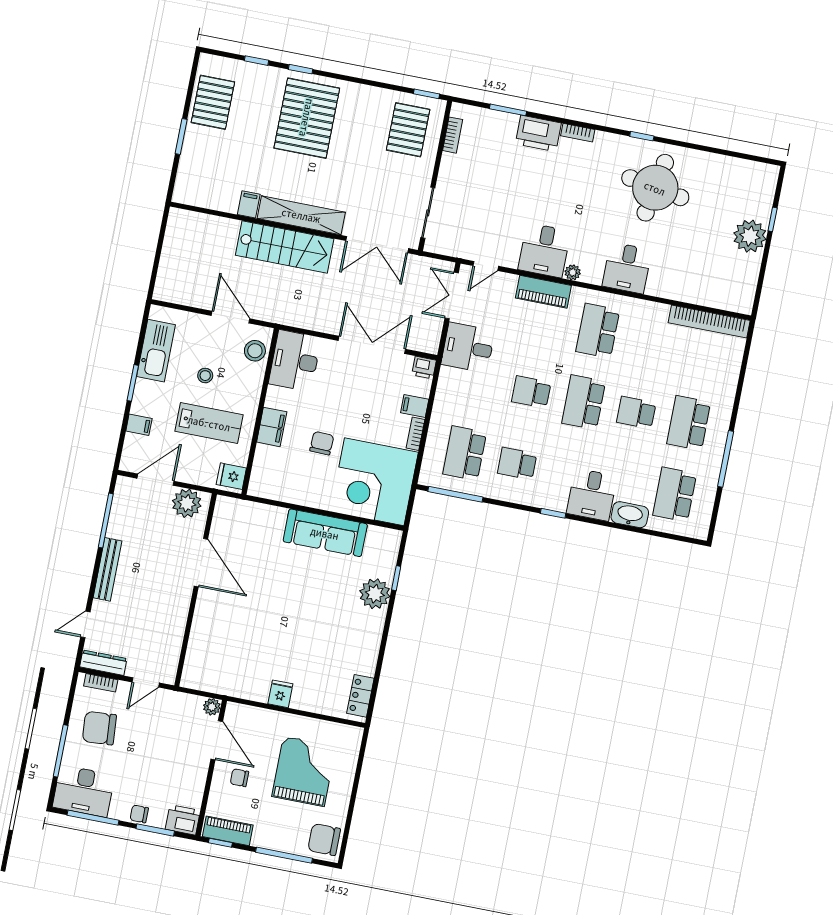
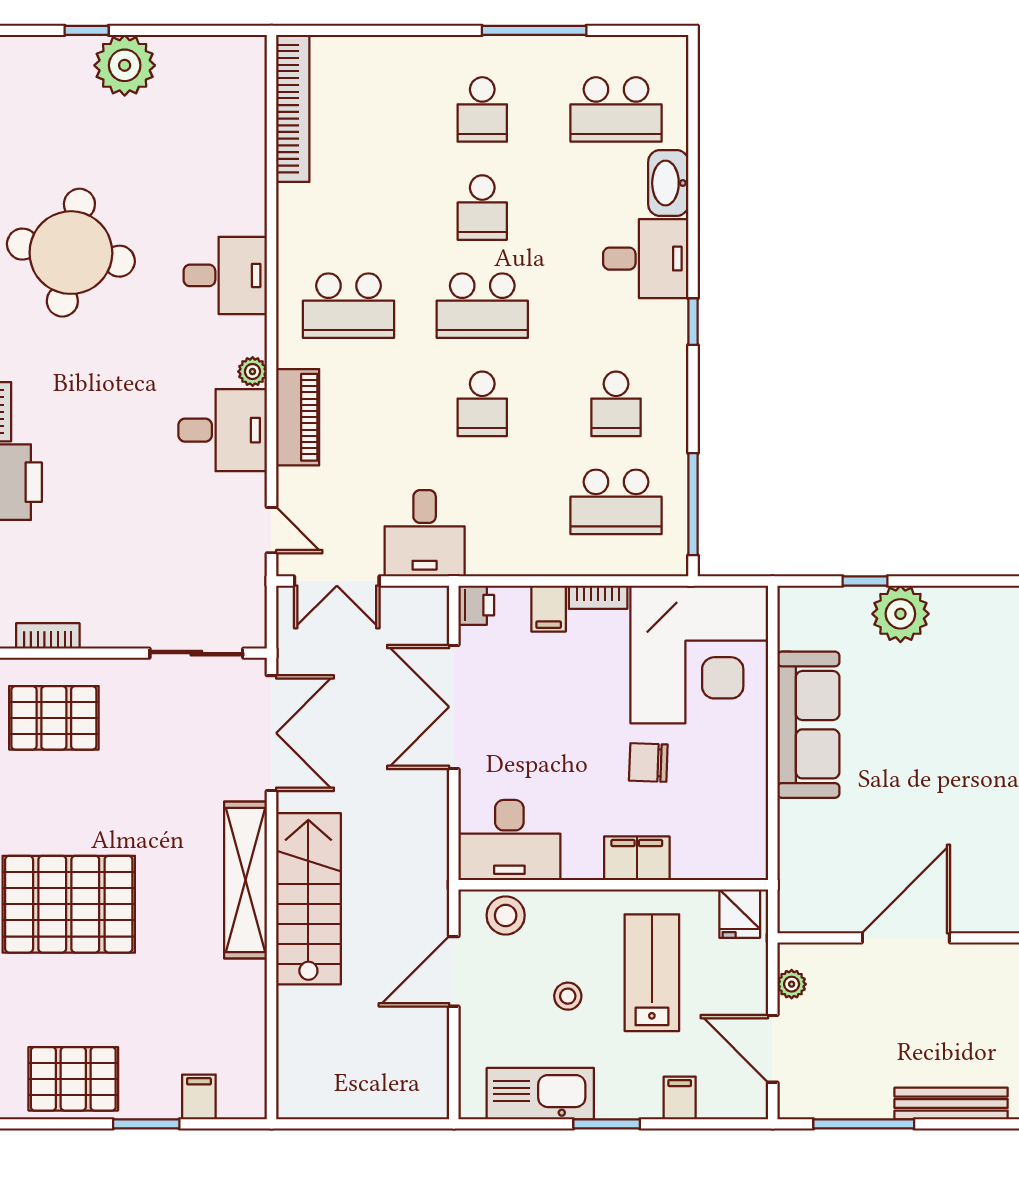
filing cabinet: (249, 204) -> (199, 1097), moved, turned 90
school desk: (689, 423) -> (482, 109), width x0.54
plant: (187, 503) -> (792, 984), width x0.53, depth x0.53

